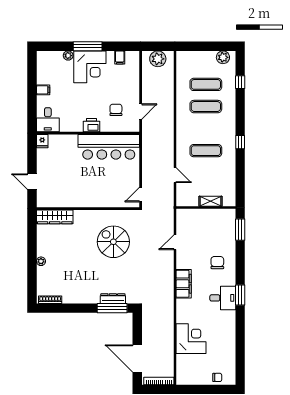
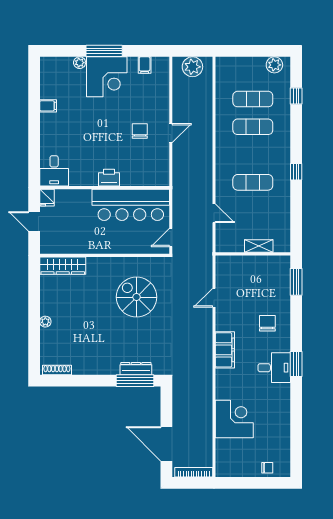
desk: (48, 120) -> (54, 171), moved
printer: (92, 125) -> (109, 178), moved
wall: (88, 133) -> (105, 188), moved
fridge: (42, 141) -> (47, 198), moved
bar counter: (109, 147) -> (131, 205), moved

